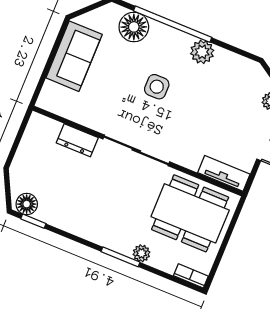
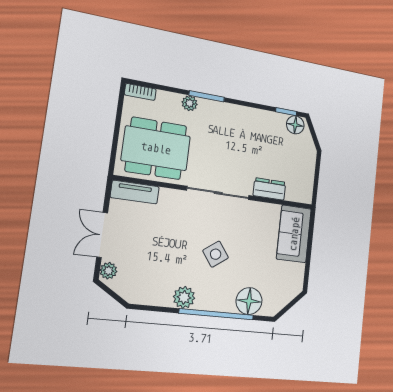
sofa: (74, 56) -> (294, 234), moved
side table: (157, 87) -> (216, 254), turned -36

